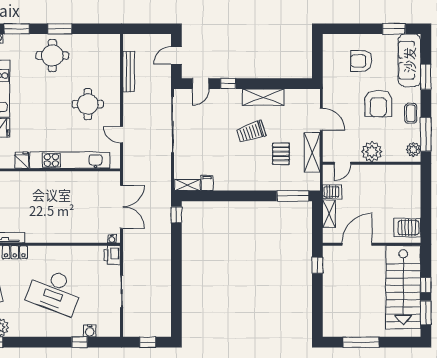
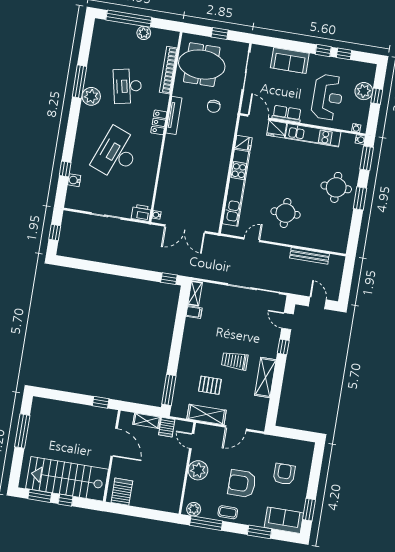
sofa: (409, 60) -> (284, 520), width x0.73
trolley: (251, 132) -> (235, 361), turned -72

